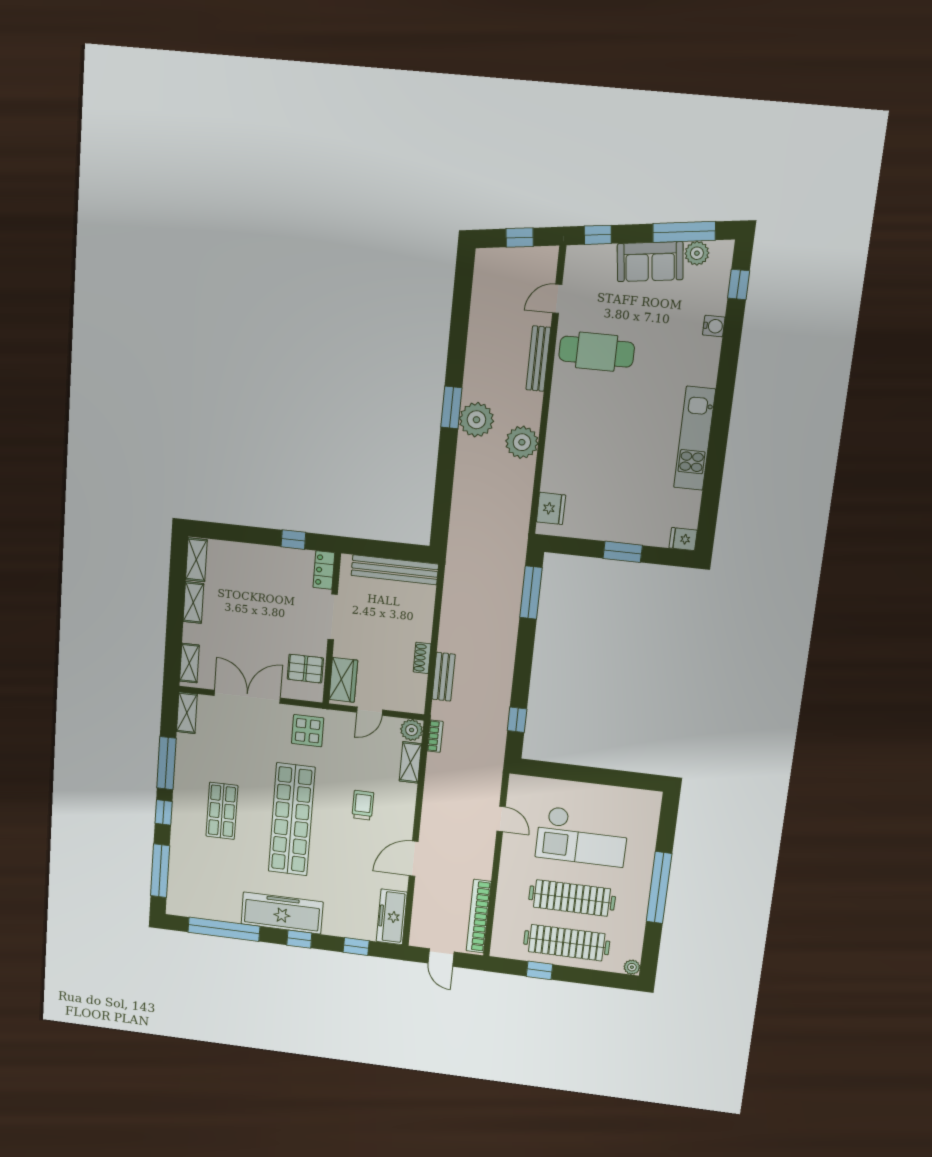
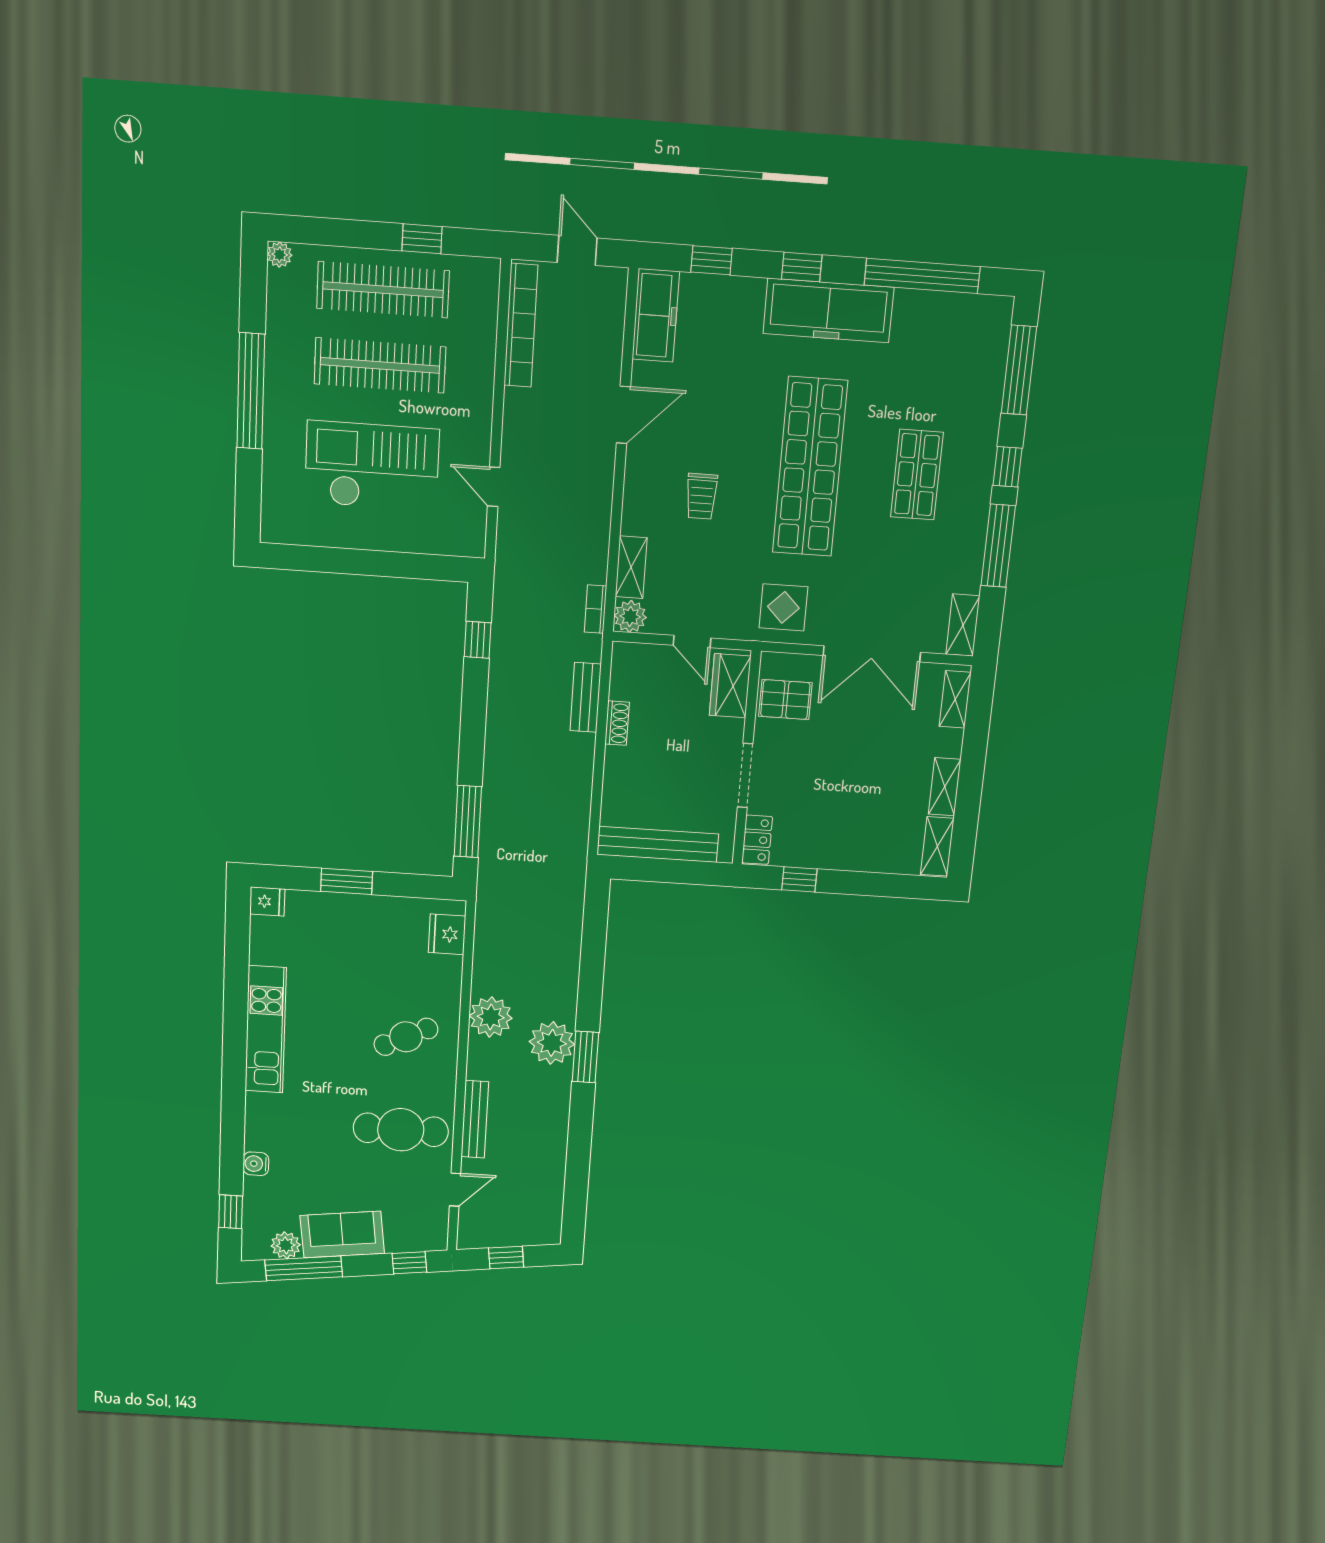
cafe table: (587, 429) -> (406, 1037), added
door: (370, 711) -> (692, 642), swing flipped

